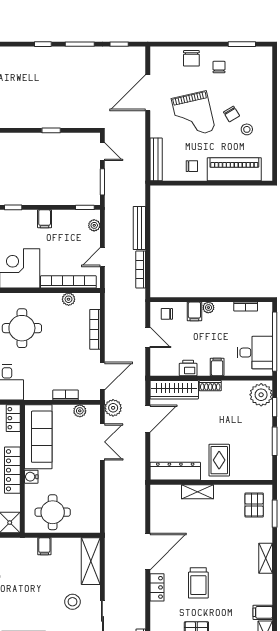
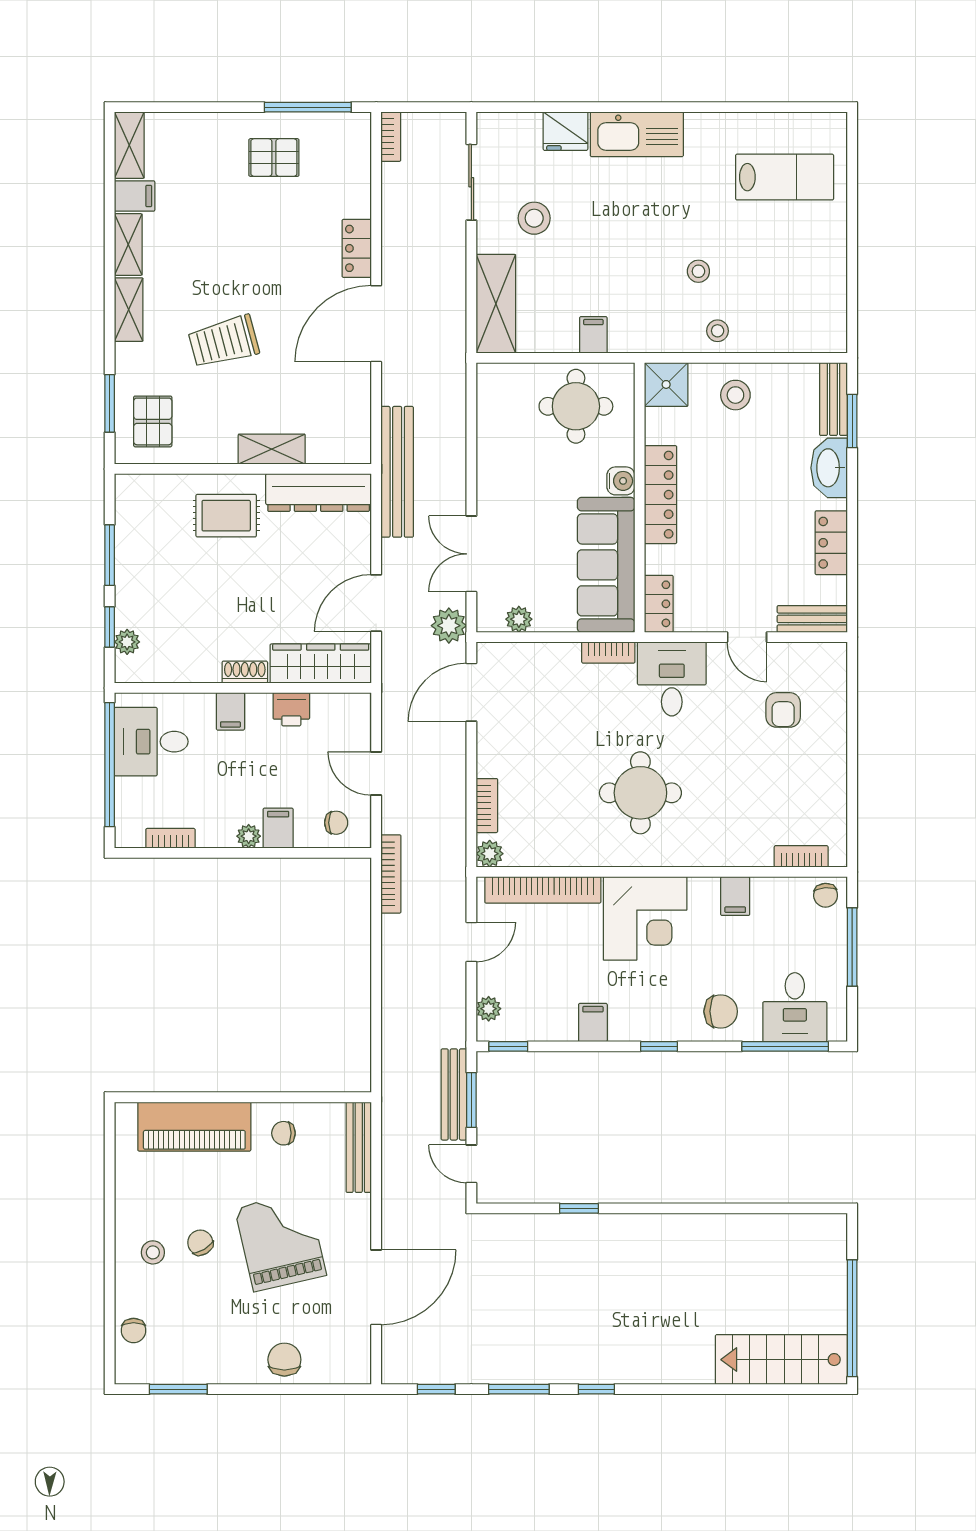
chair: (219, 67) -> (134, 1331), moved
stool: (247, 129) -> (153, 1252), moved
bench: (139, 228) -> (454, 1094), moved
bookcase: (141, 270) -> (391, 874), moved
plant: (69, 299) -> (490, 854), moved
bookcase: (95, 329) -> (487, 806), width x0.64
bookcase: (66, 395) -> (608, 653), moved
plant: (261, 395) -> (127, 642), width x0.53, depth x0.53
rug: (219, 460) -> (226, 516), turned 90
bench: (138, 481) -> (397, 472), added
trolley: (198, 583) -> (224, 342), moved, turned -105
shelving: (266, 589) -> (128, 244), added

